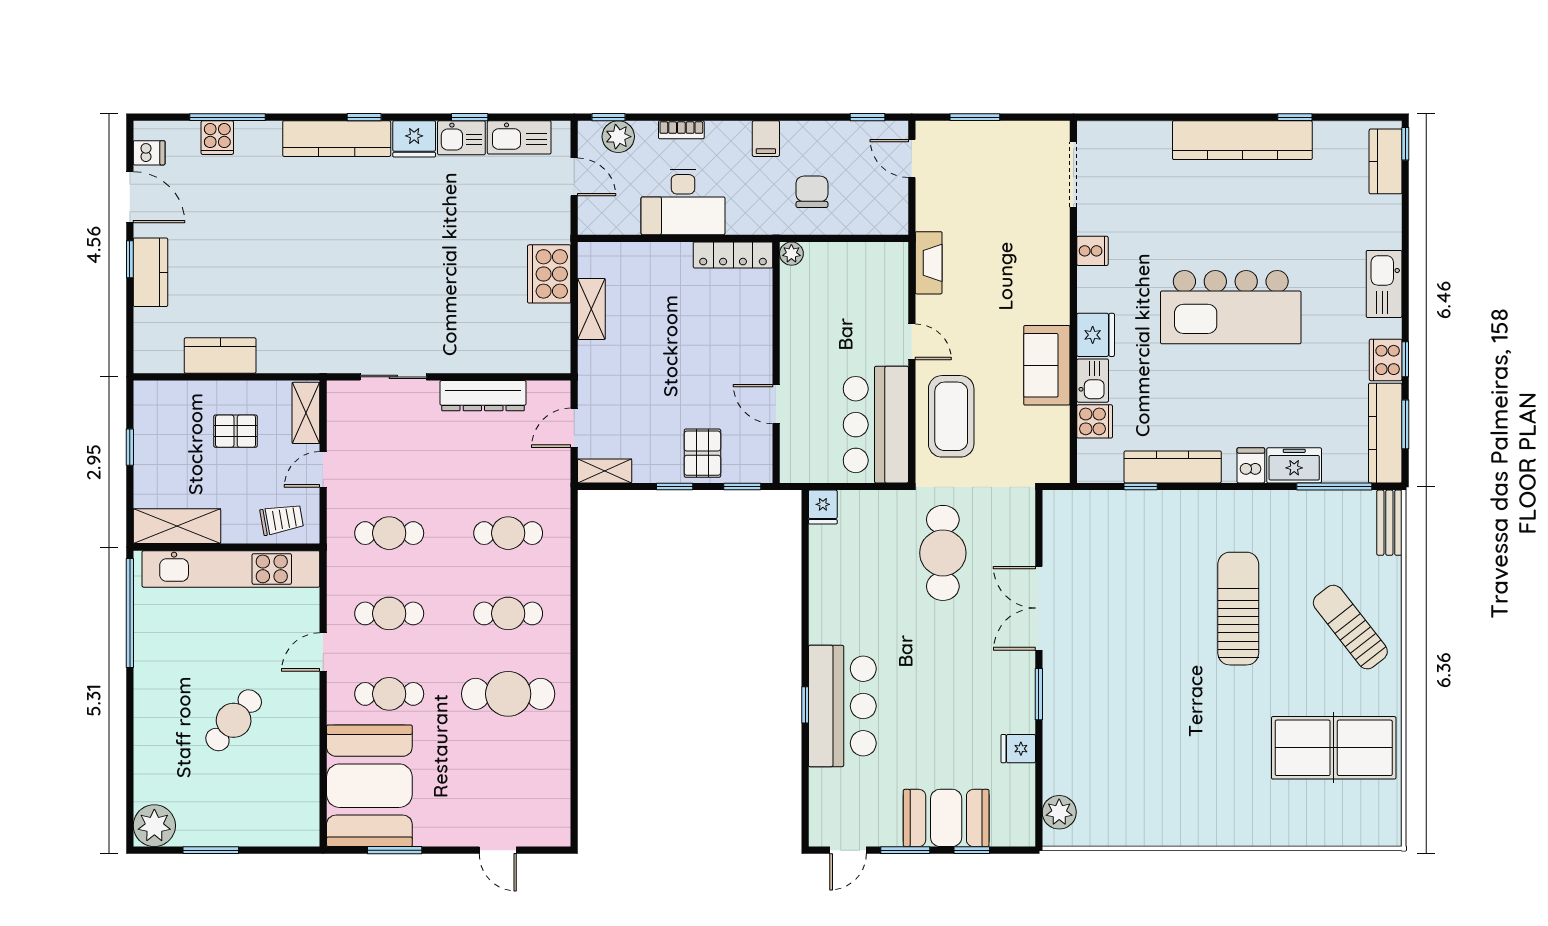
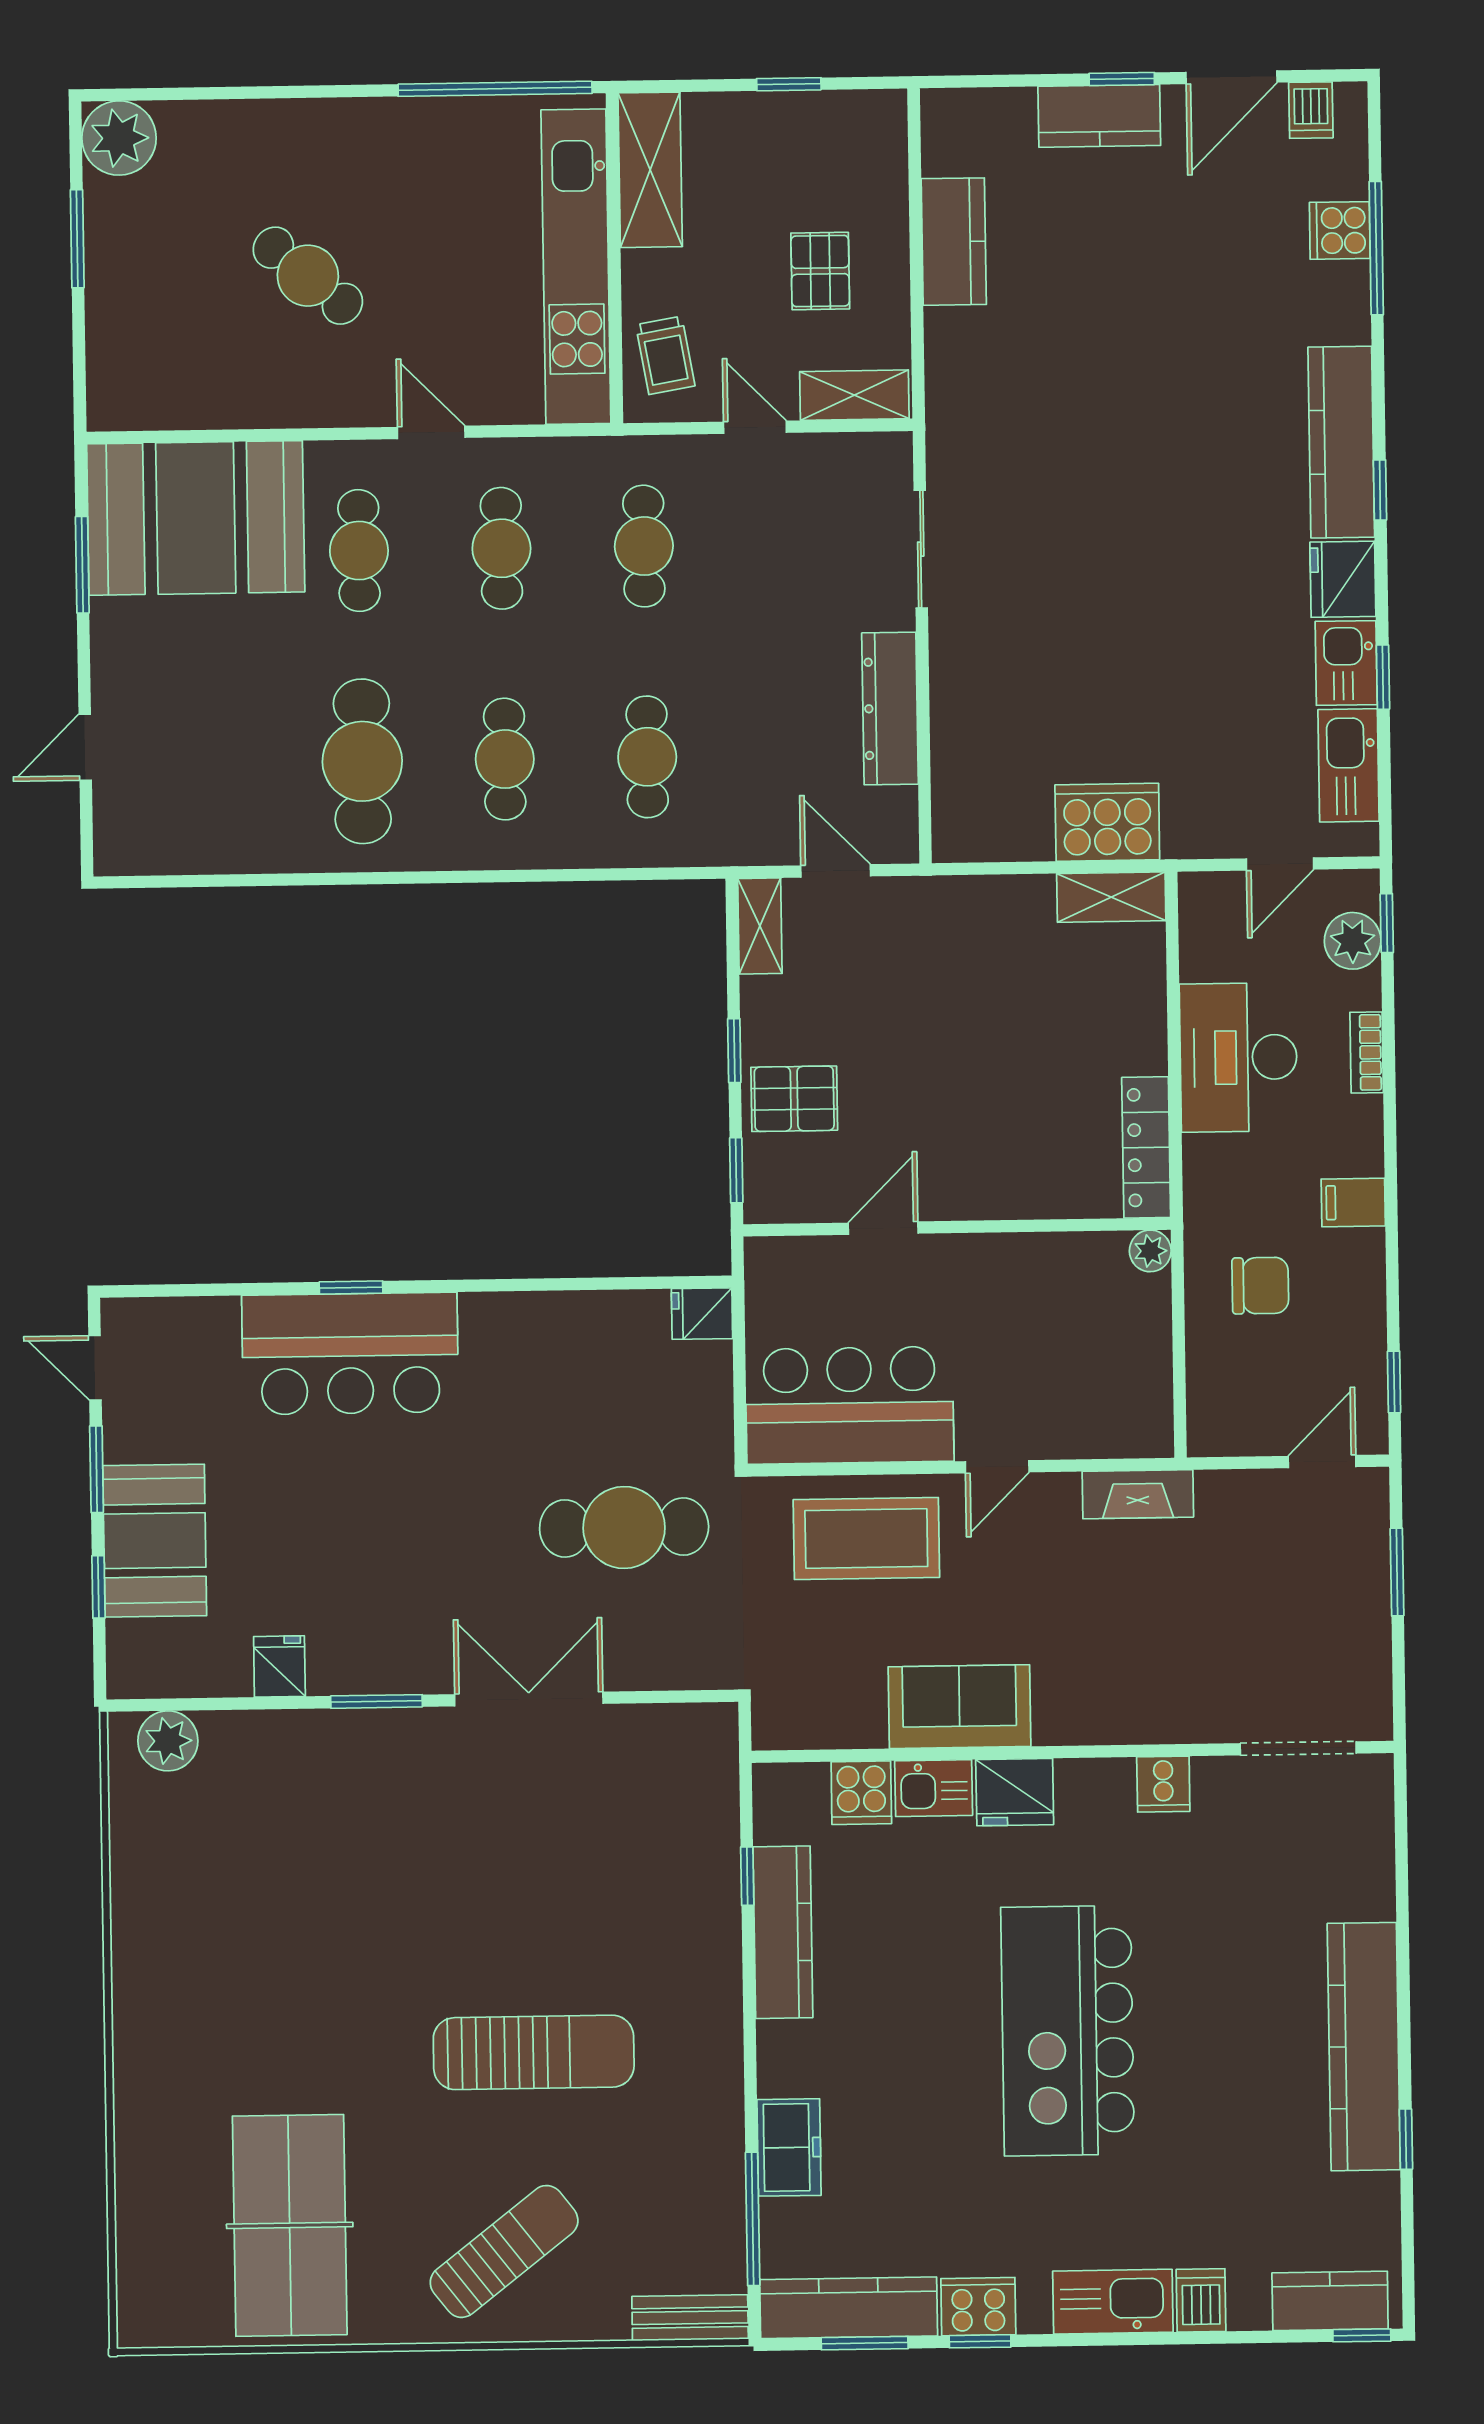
shelving: (591, 309) -> (1111, 897), moved
dishwasher: (1251, 465) -> (1201, 2300), moved, turned -90

